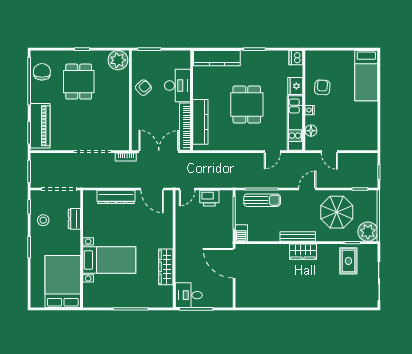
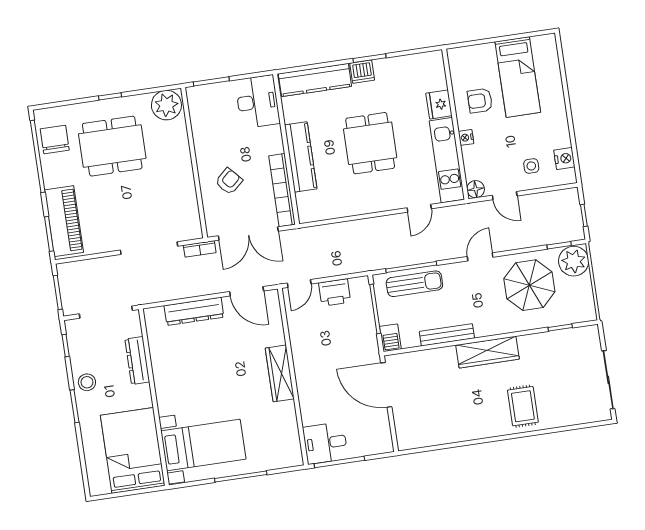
dishwasher: (296, 58) -> (362, 72), moved, turned -90
bed: (366, 76) -> (518, 77), moved
dining table: (79, 82) -> (112, 146), width x1.38
desk: (177, 86) -> (257, 102), moved
armchair: (322, 87) -> (480, 101), turned -94
armchair: (143, 88) -> (229, 181), moved
kitchen counter: (200, 122) -> (301, 157), moved
floor lamp: (311, 131) -> (476, 189), moved
nightstand: (372, 133) -> (564, 158), added
side table: (349, 135) -> (531, 166), added
double door: (159, 152) -> (248, 233), swing flipped
dresser: (74, 219) -> (137, 360), width x1.44
stool: (43, 220) -> (87, 382), moved
plant: (368, 232) -> (574, 261), moved
bench: (298, 237) -> (447, 335), moved
wardrobe: (303, 252) -> (487, 352), width x1.50
bed with nightstands: (109, 260) -> (203, 445), moved
rug: (348, 261) -> (523, 406), moved
wardrobe: (166, 267) -> (280, 373), moved

